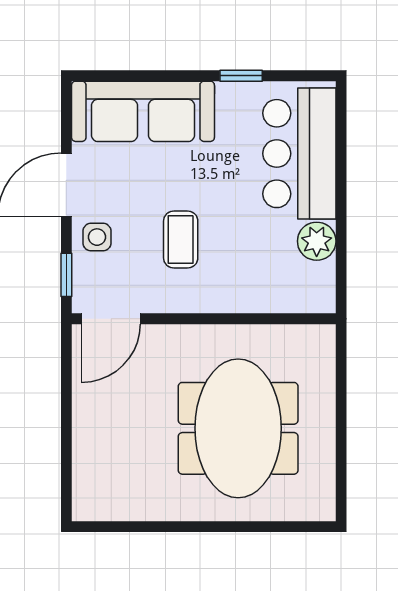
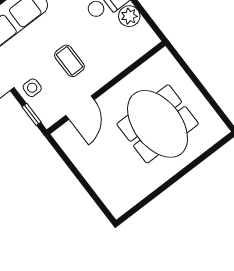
door: (111, 319) -> (80, 108), moved

